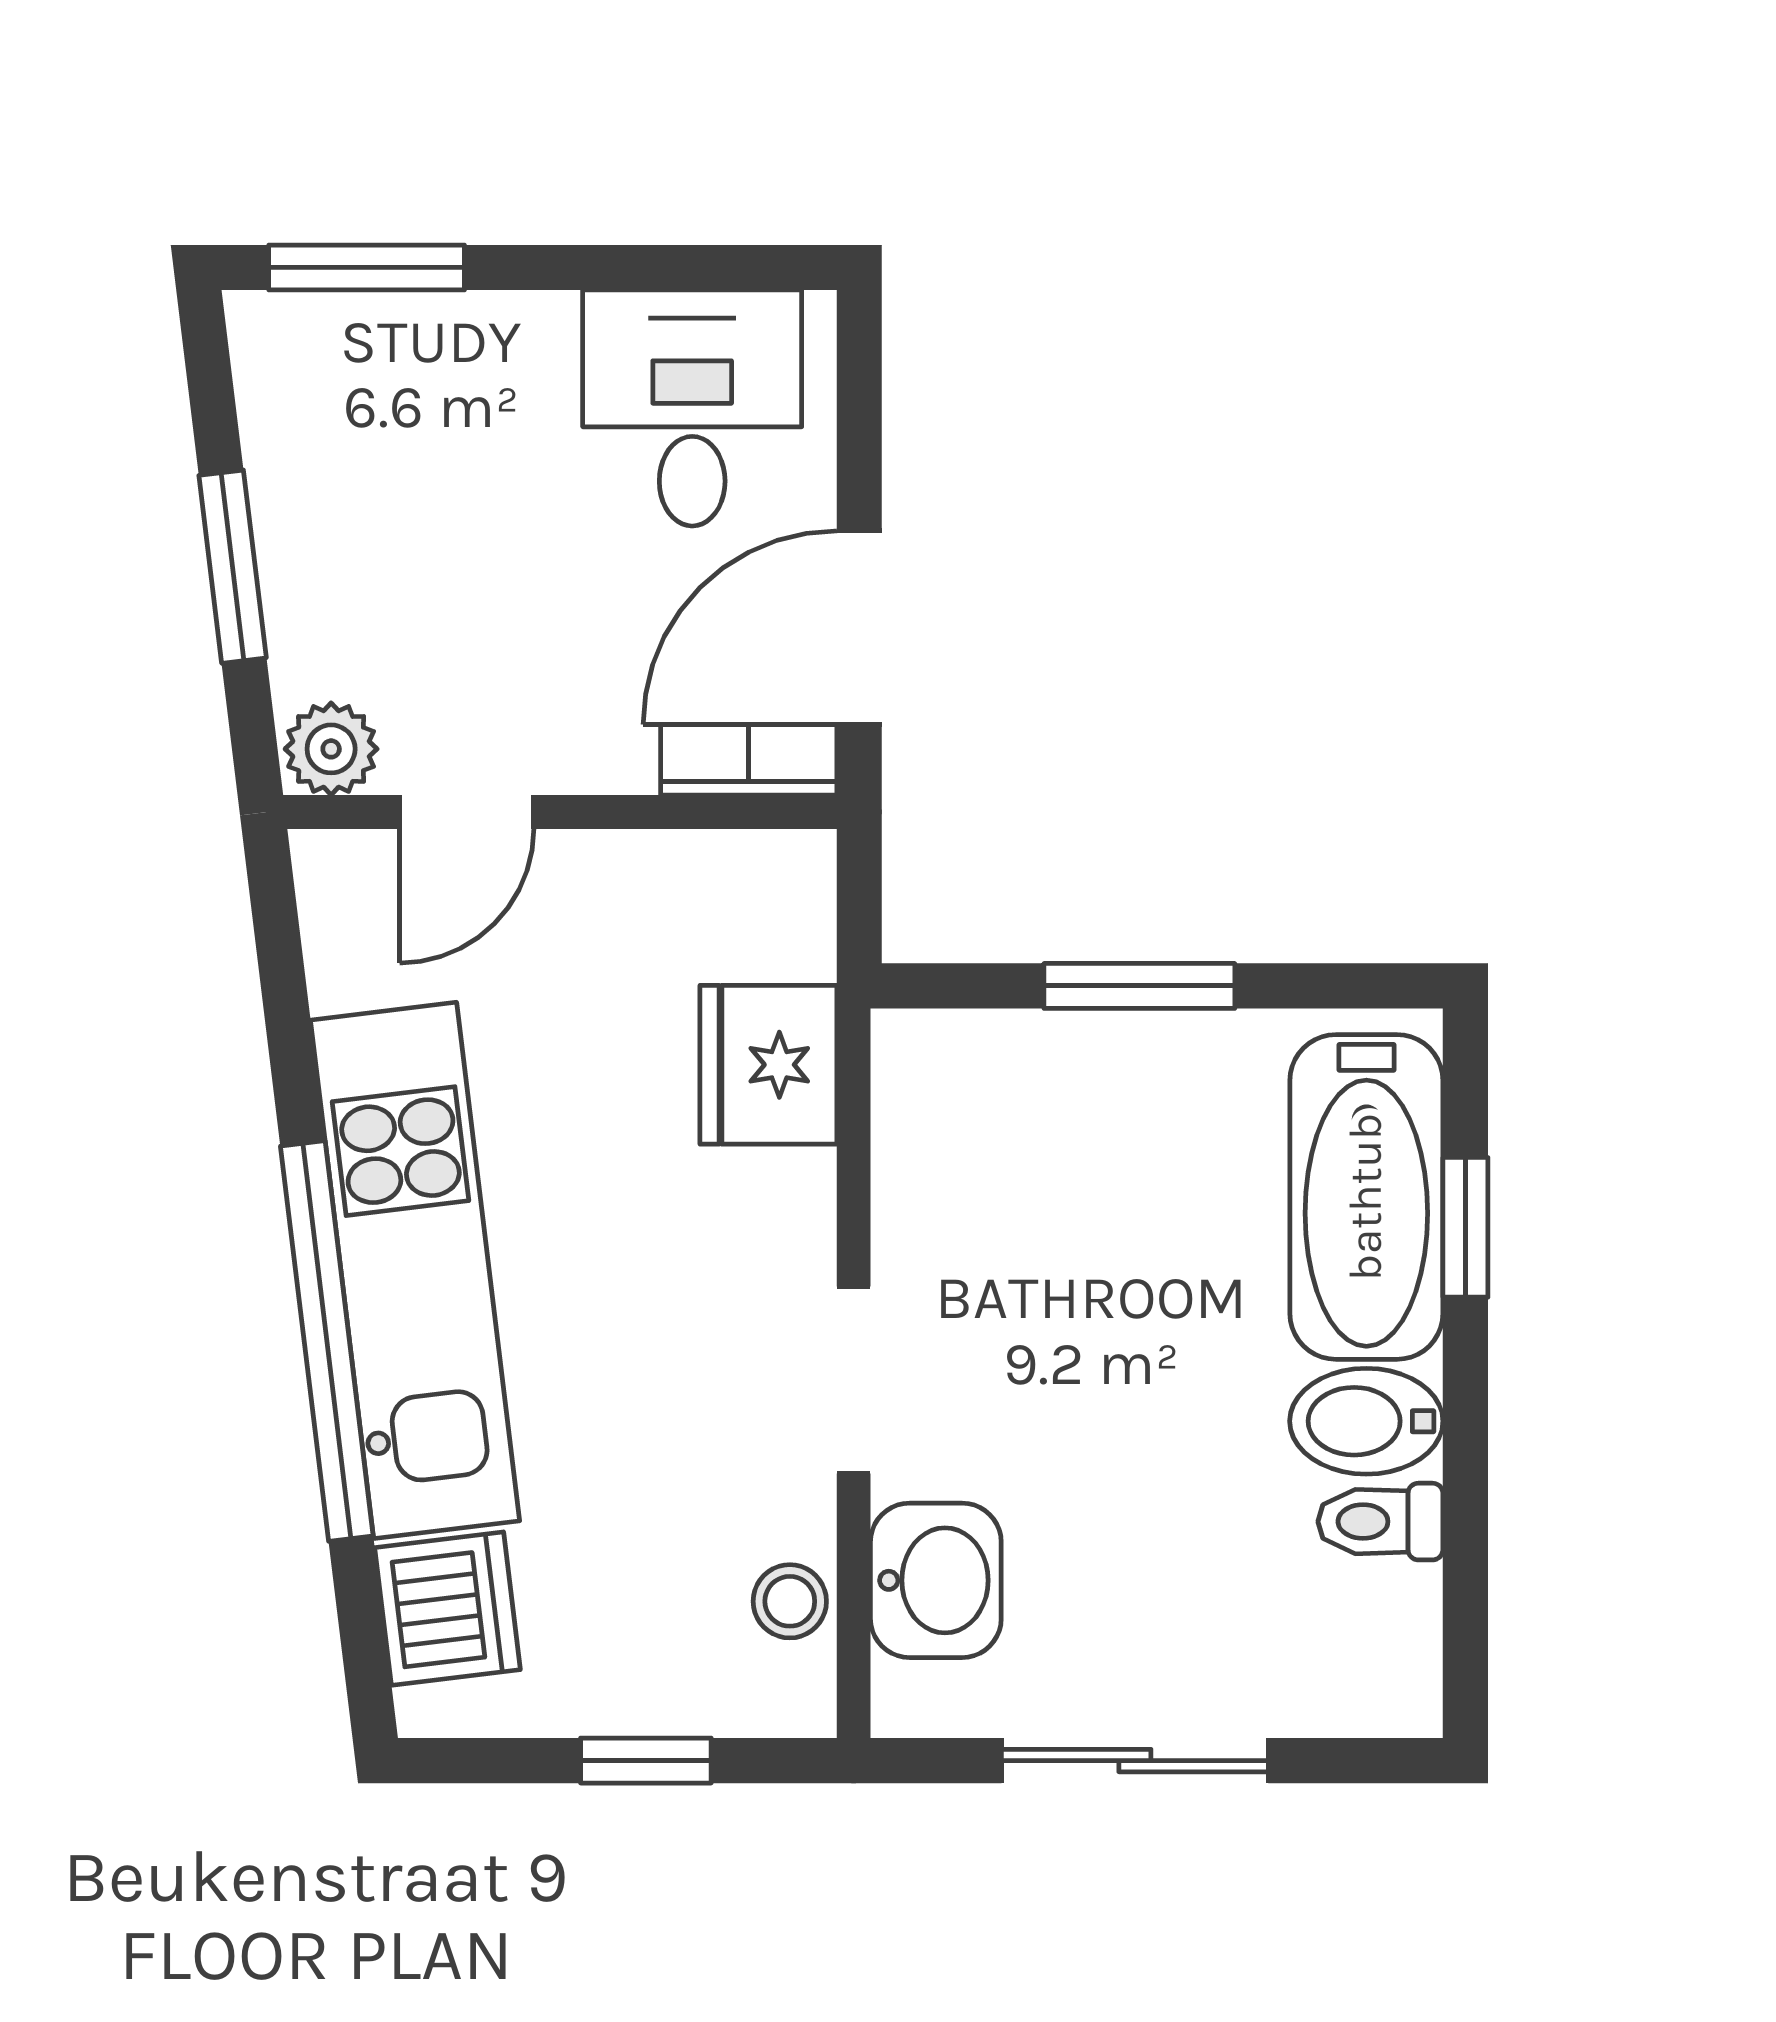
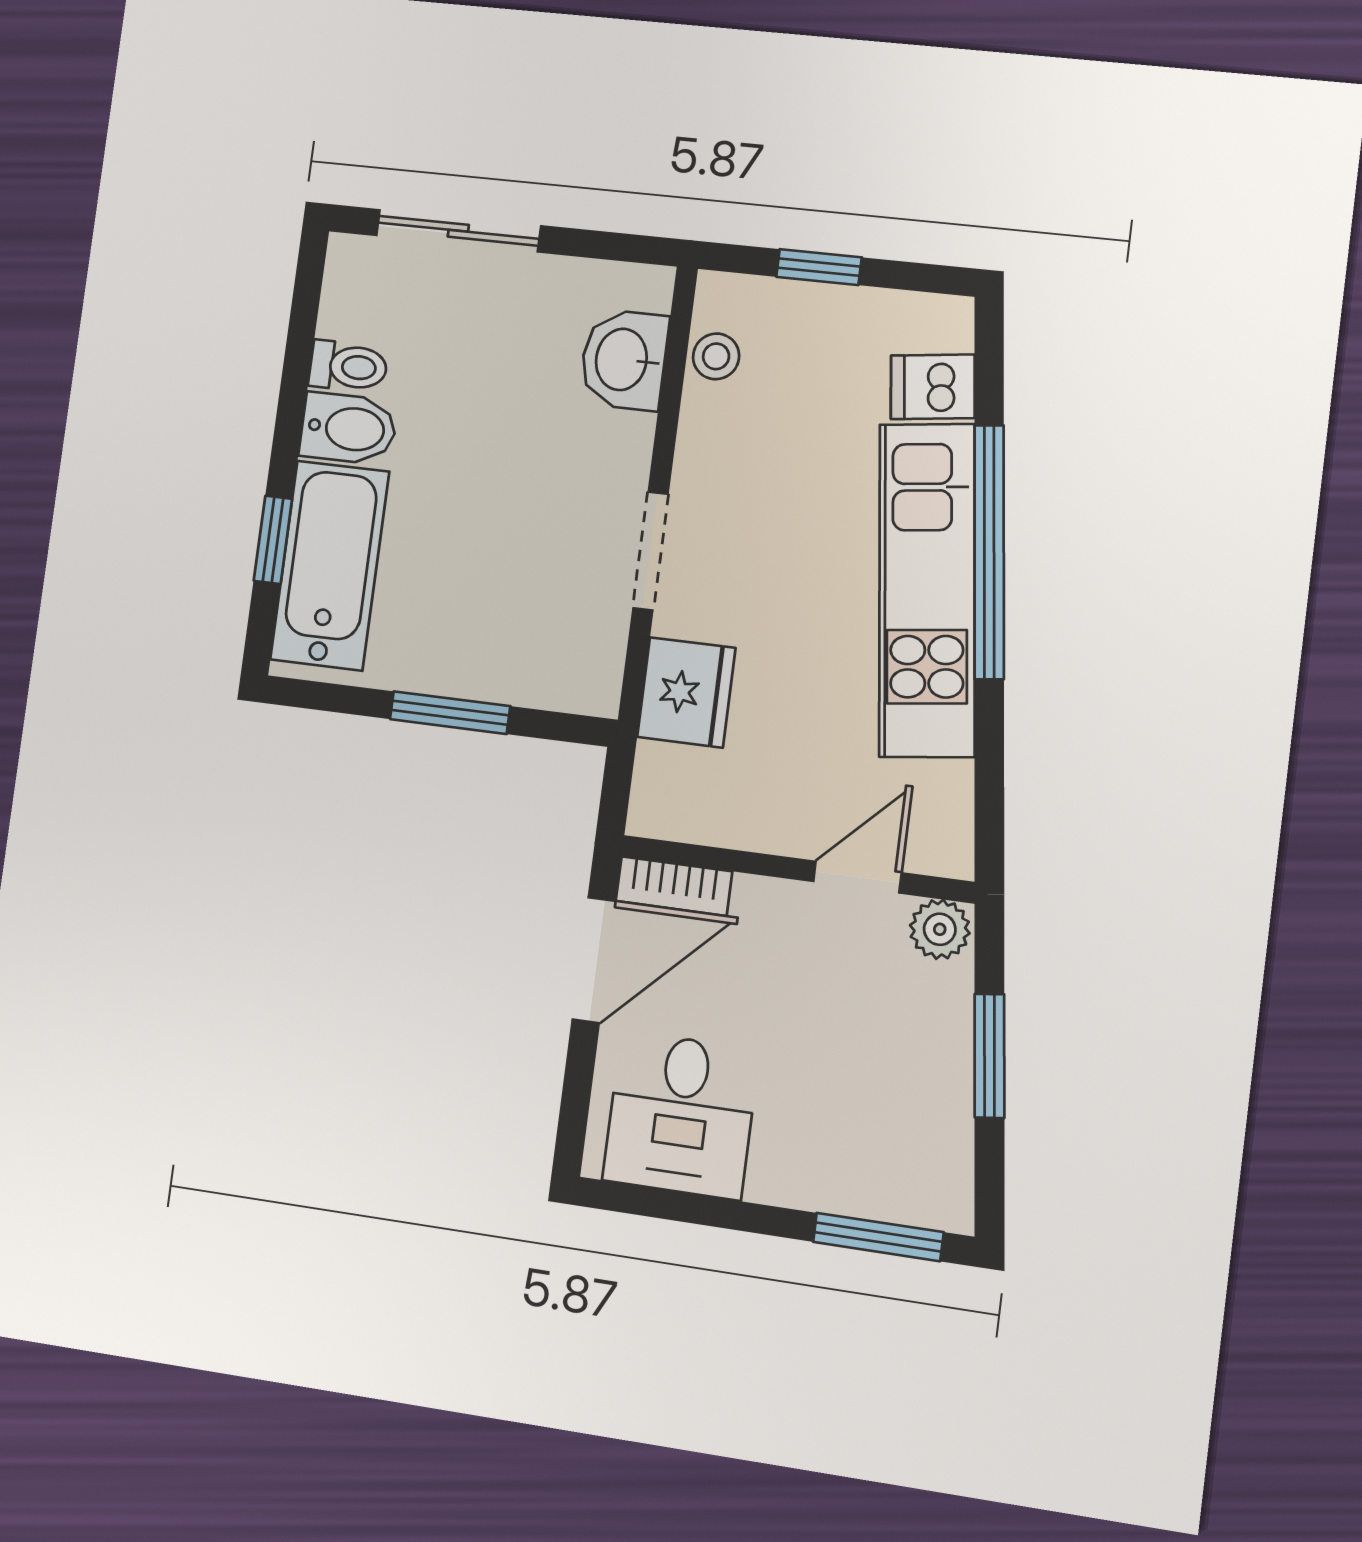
doorway: (854, 1380) -> (651, 551), moved
dishwasher: (447, 1609) -> (933, 387), width x0.73
sliding door: (1135, 1761) -> (458, 231), moved

